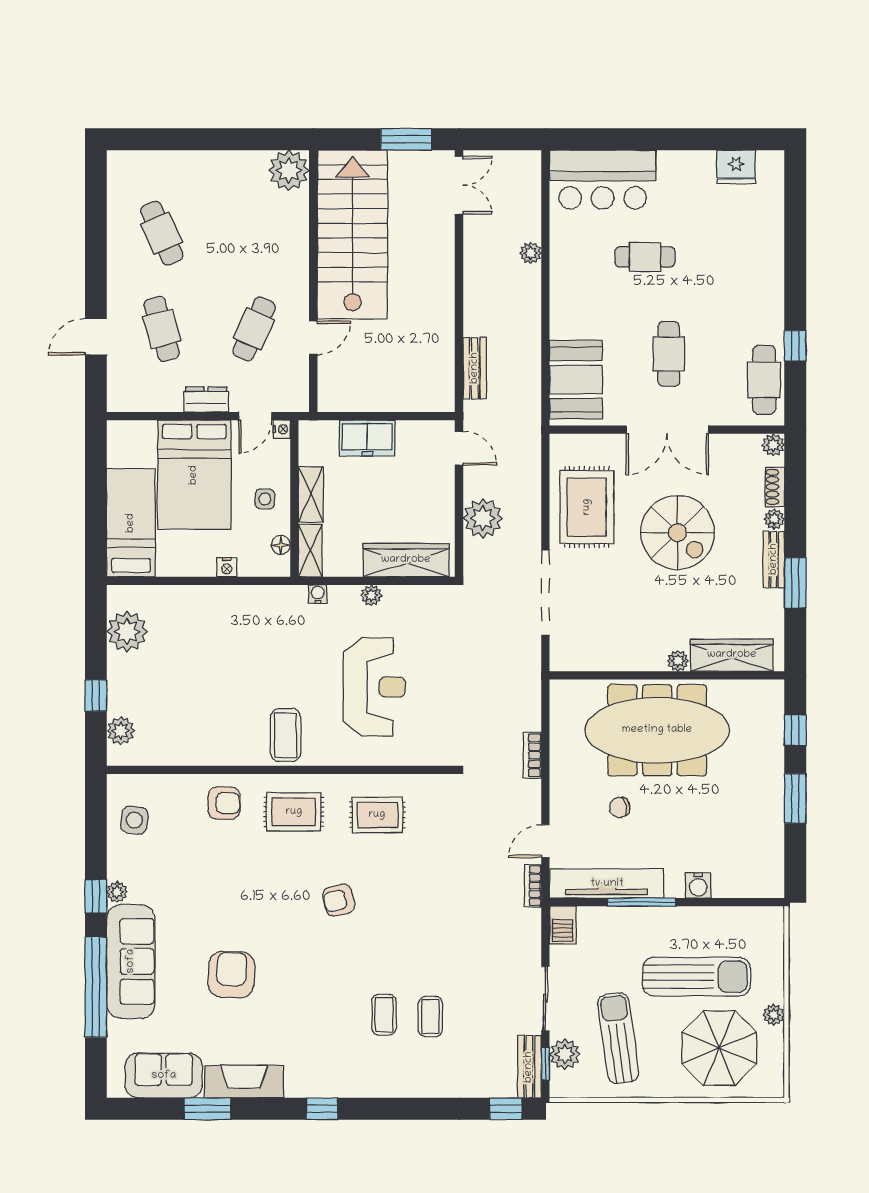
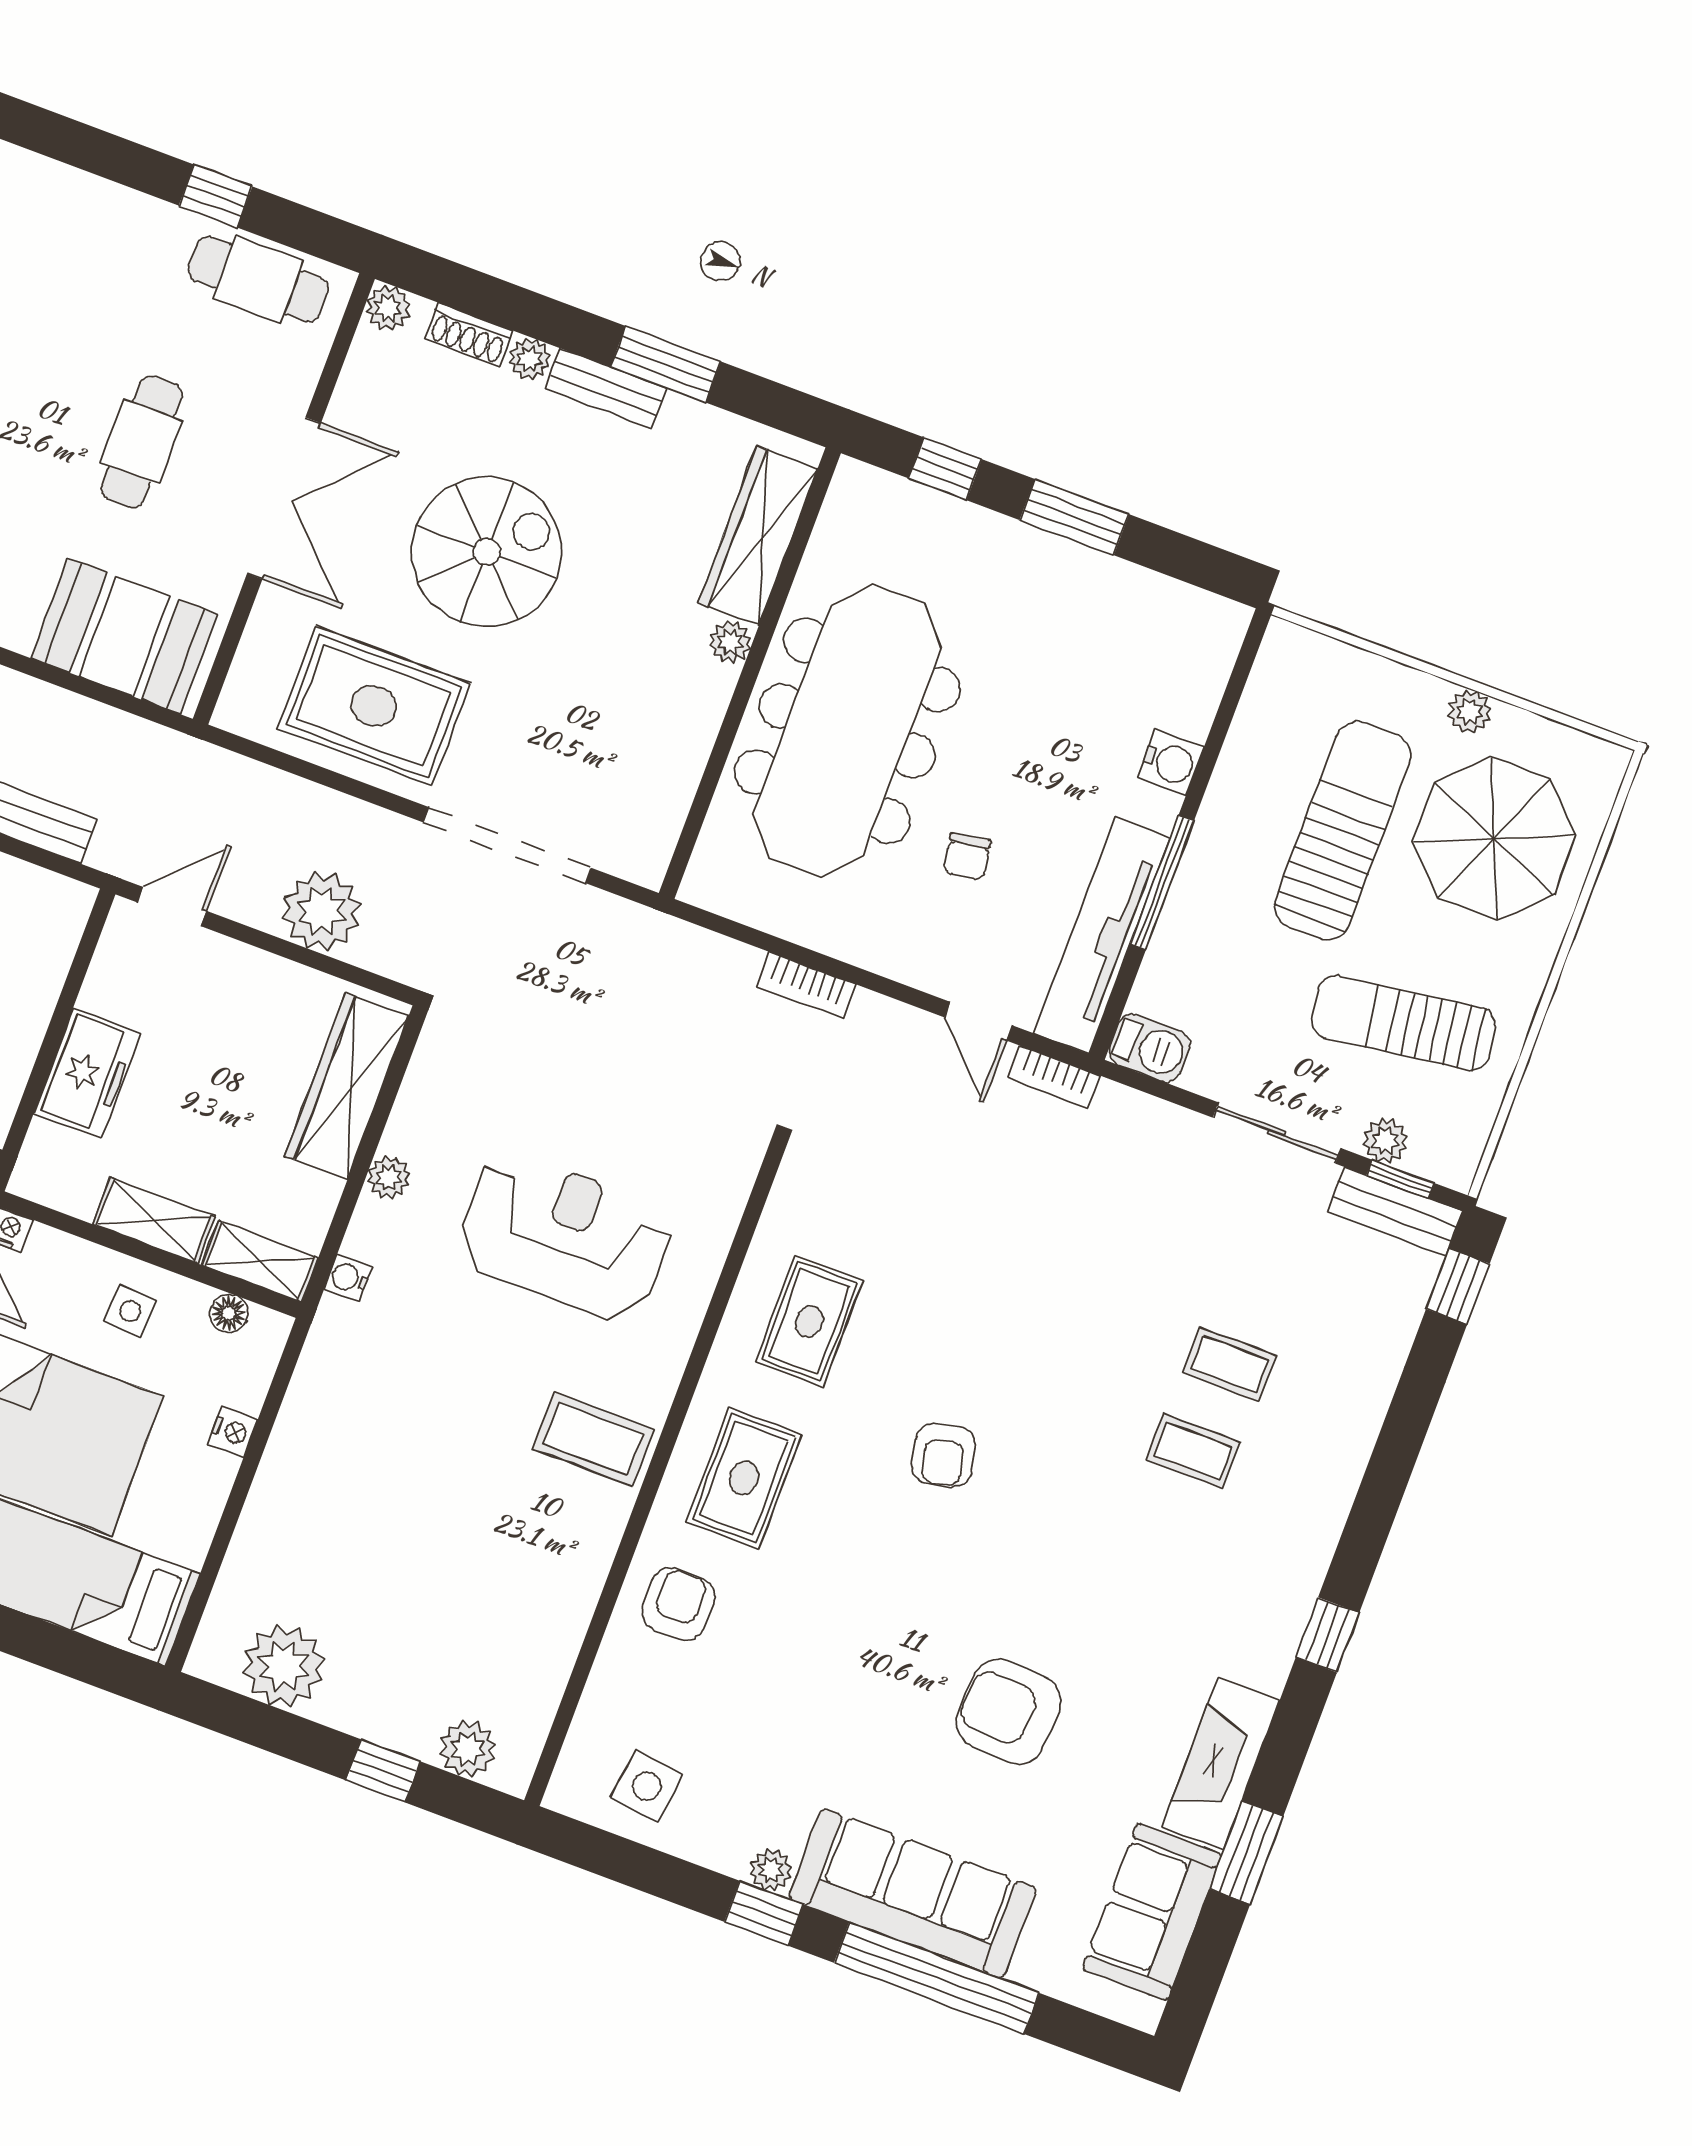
cafe table: (669, 354) -> (142, 442), turned 90
plant: (565, 1054) -> (1385, 1141), width x0.73, depth x0.73

